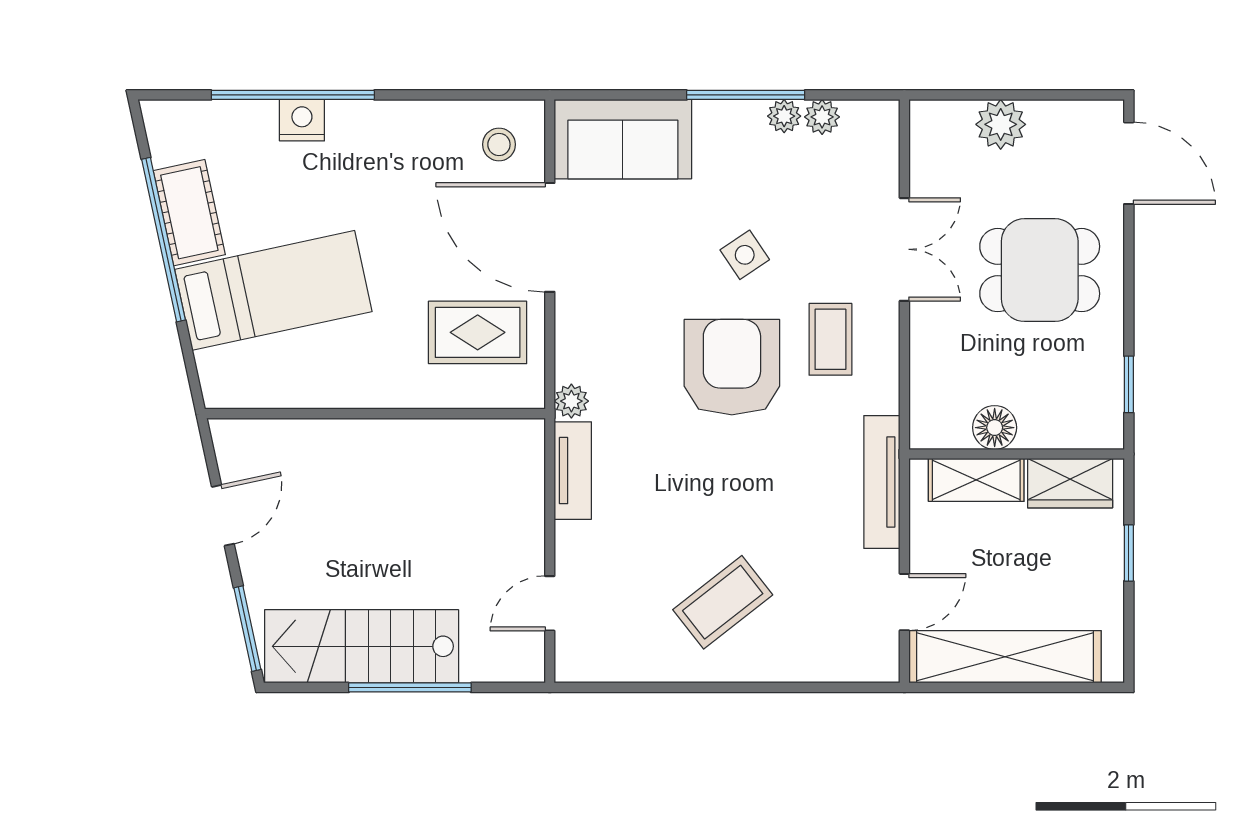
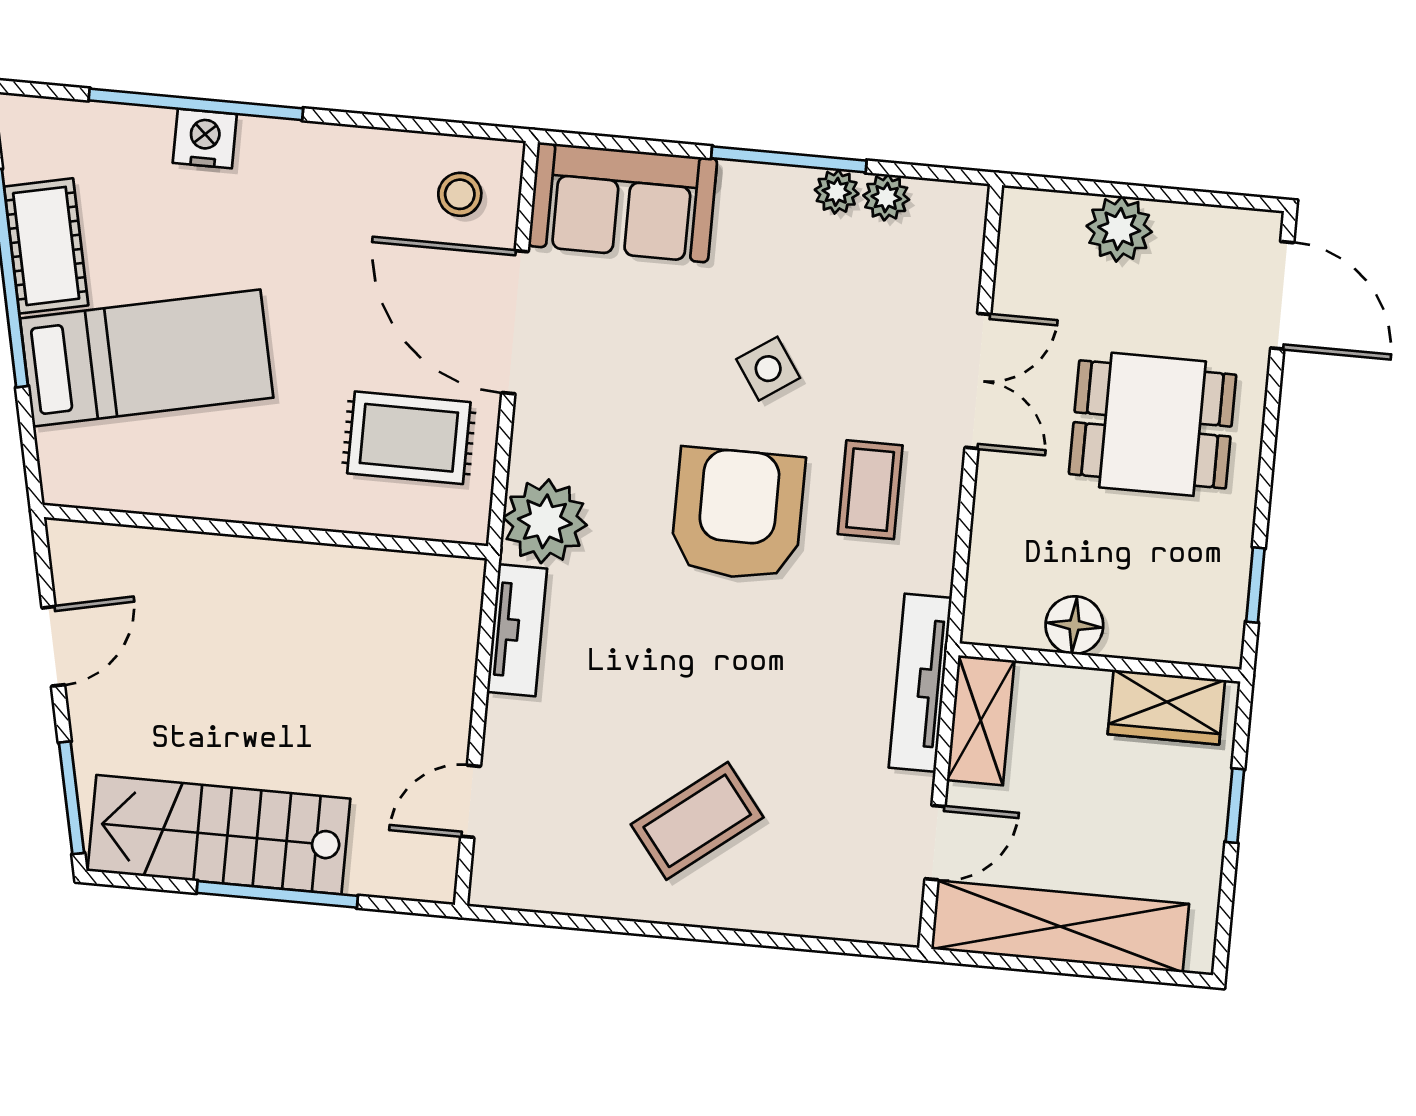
plant: (571, 401) -> (545, 521), width x1.88, depth x1.88
shelving: (976, 480) -> (981, 720), moved, turned 90

